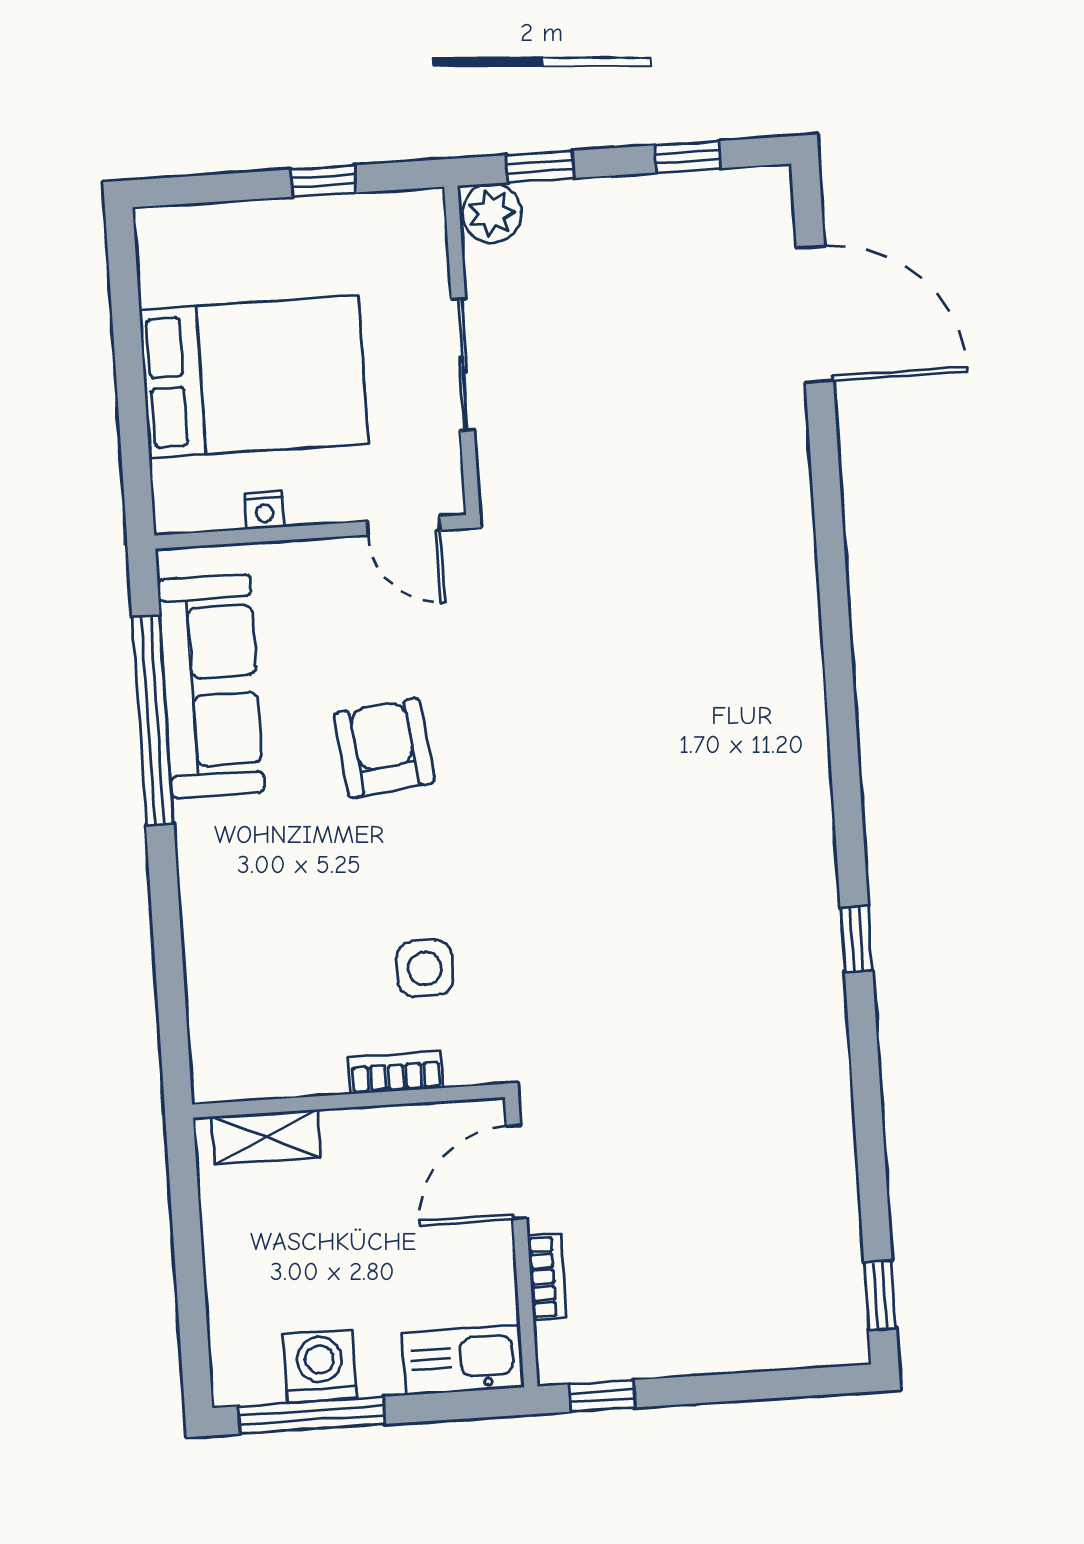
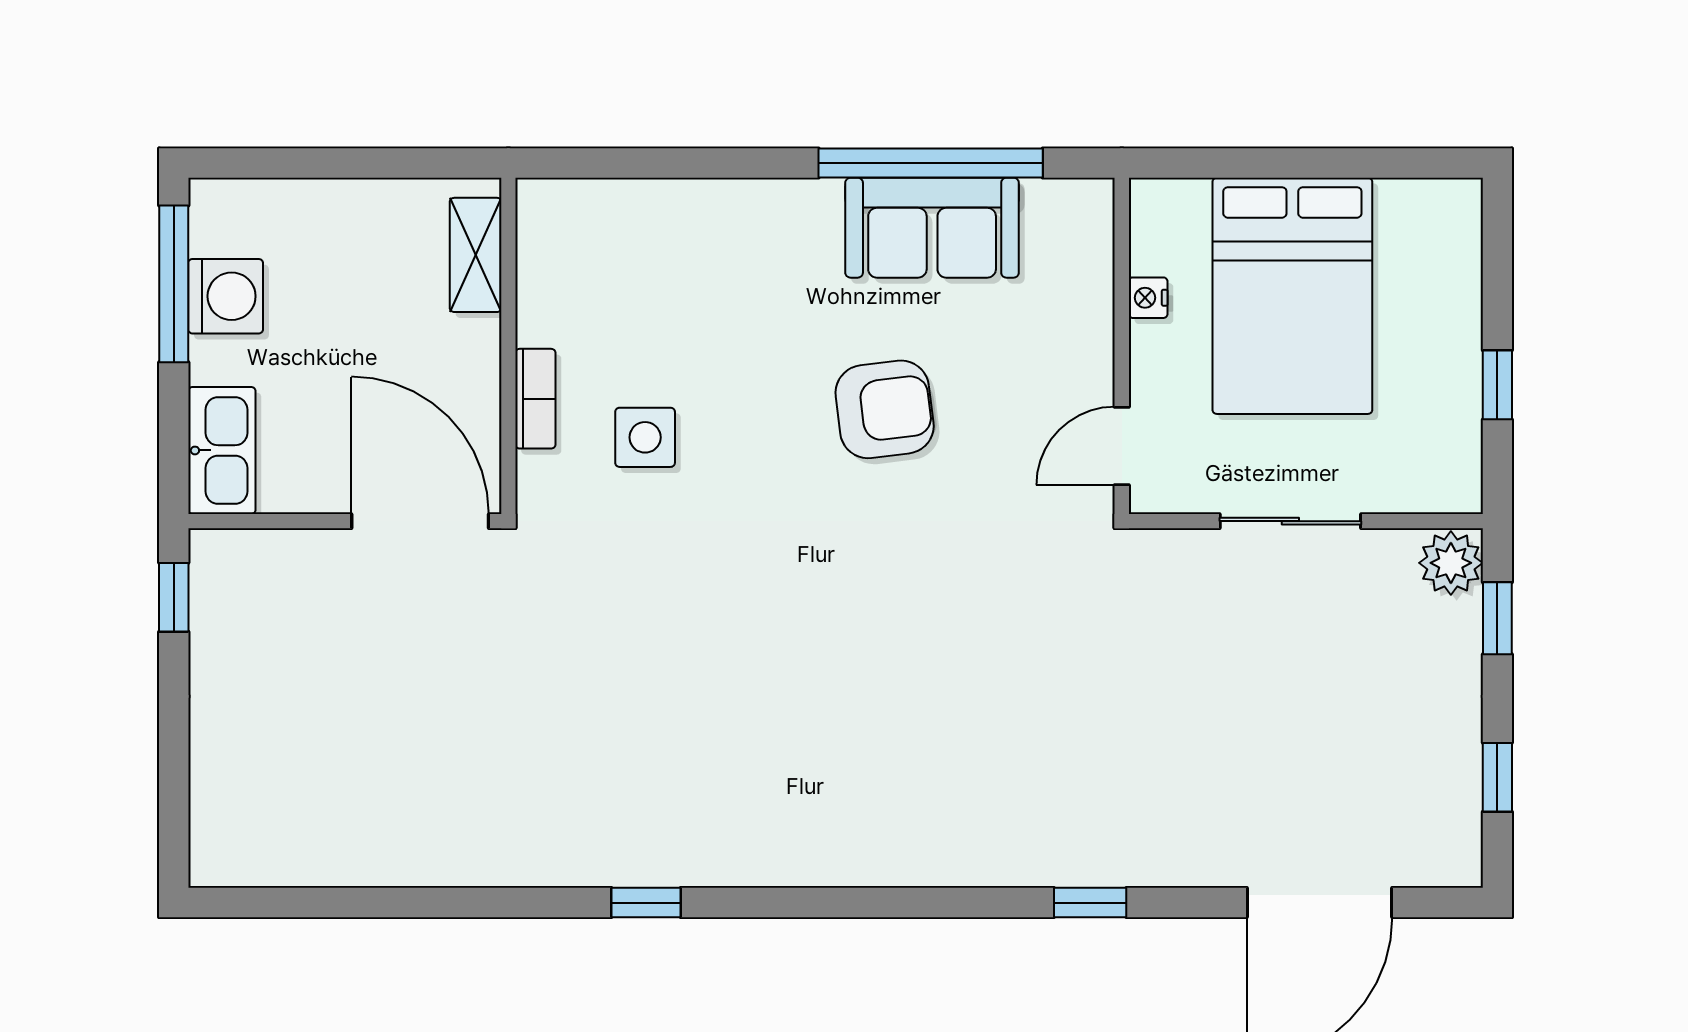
sofa: (211, 686) -> (932, 228), width x0.73
door: (516, 1172) -> (420, 521), width x1.36
bookcase: (547, 1277) -> (305, 546), removed
window: (880, 1295) -> (1090, 903), moved

